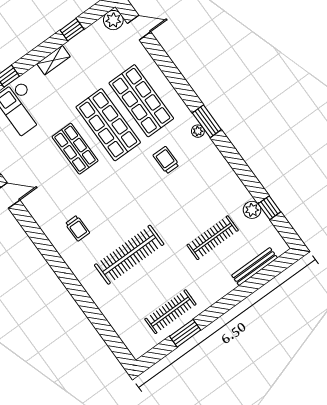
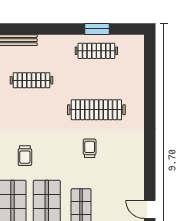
trolley: (77, 228) -> (90, 148), moved

